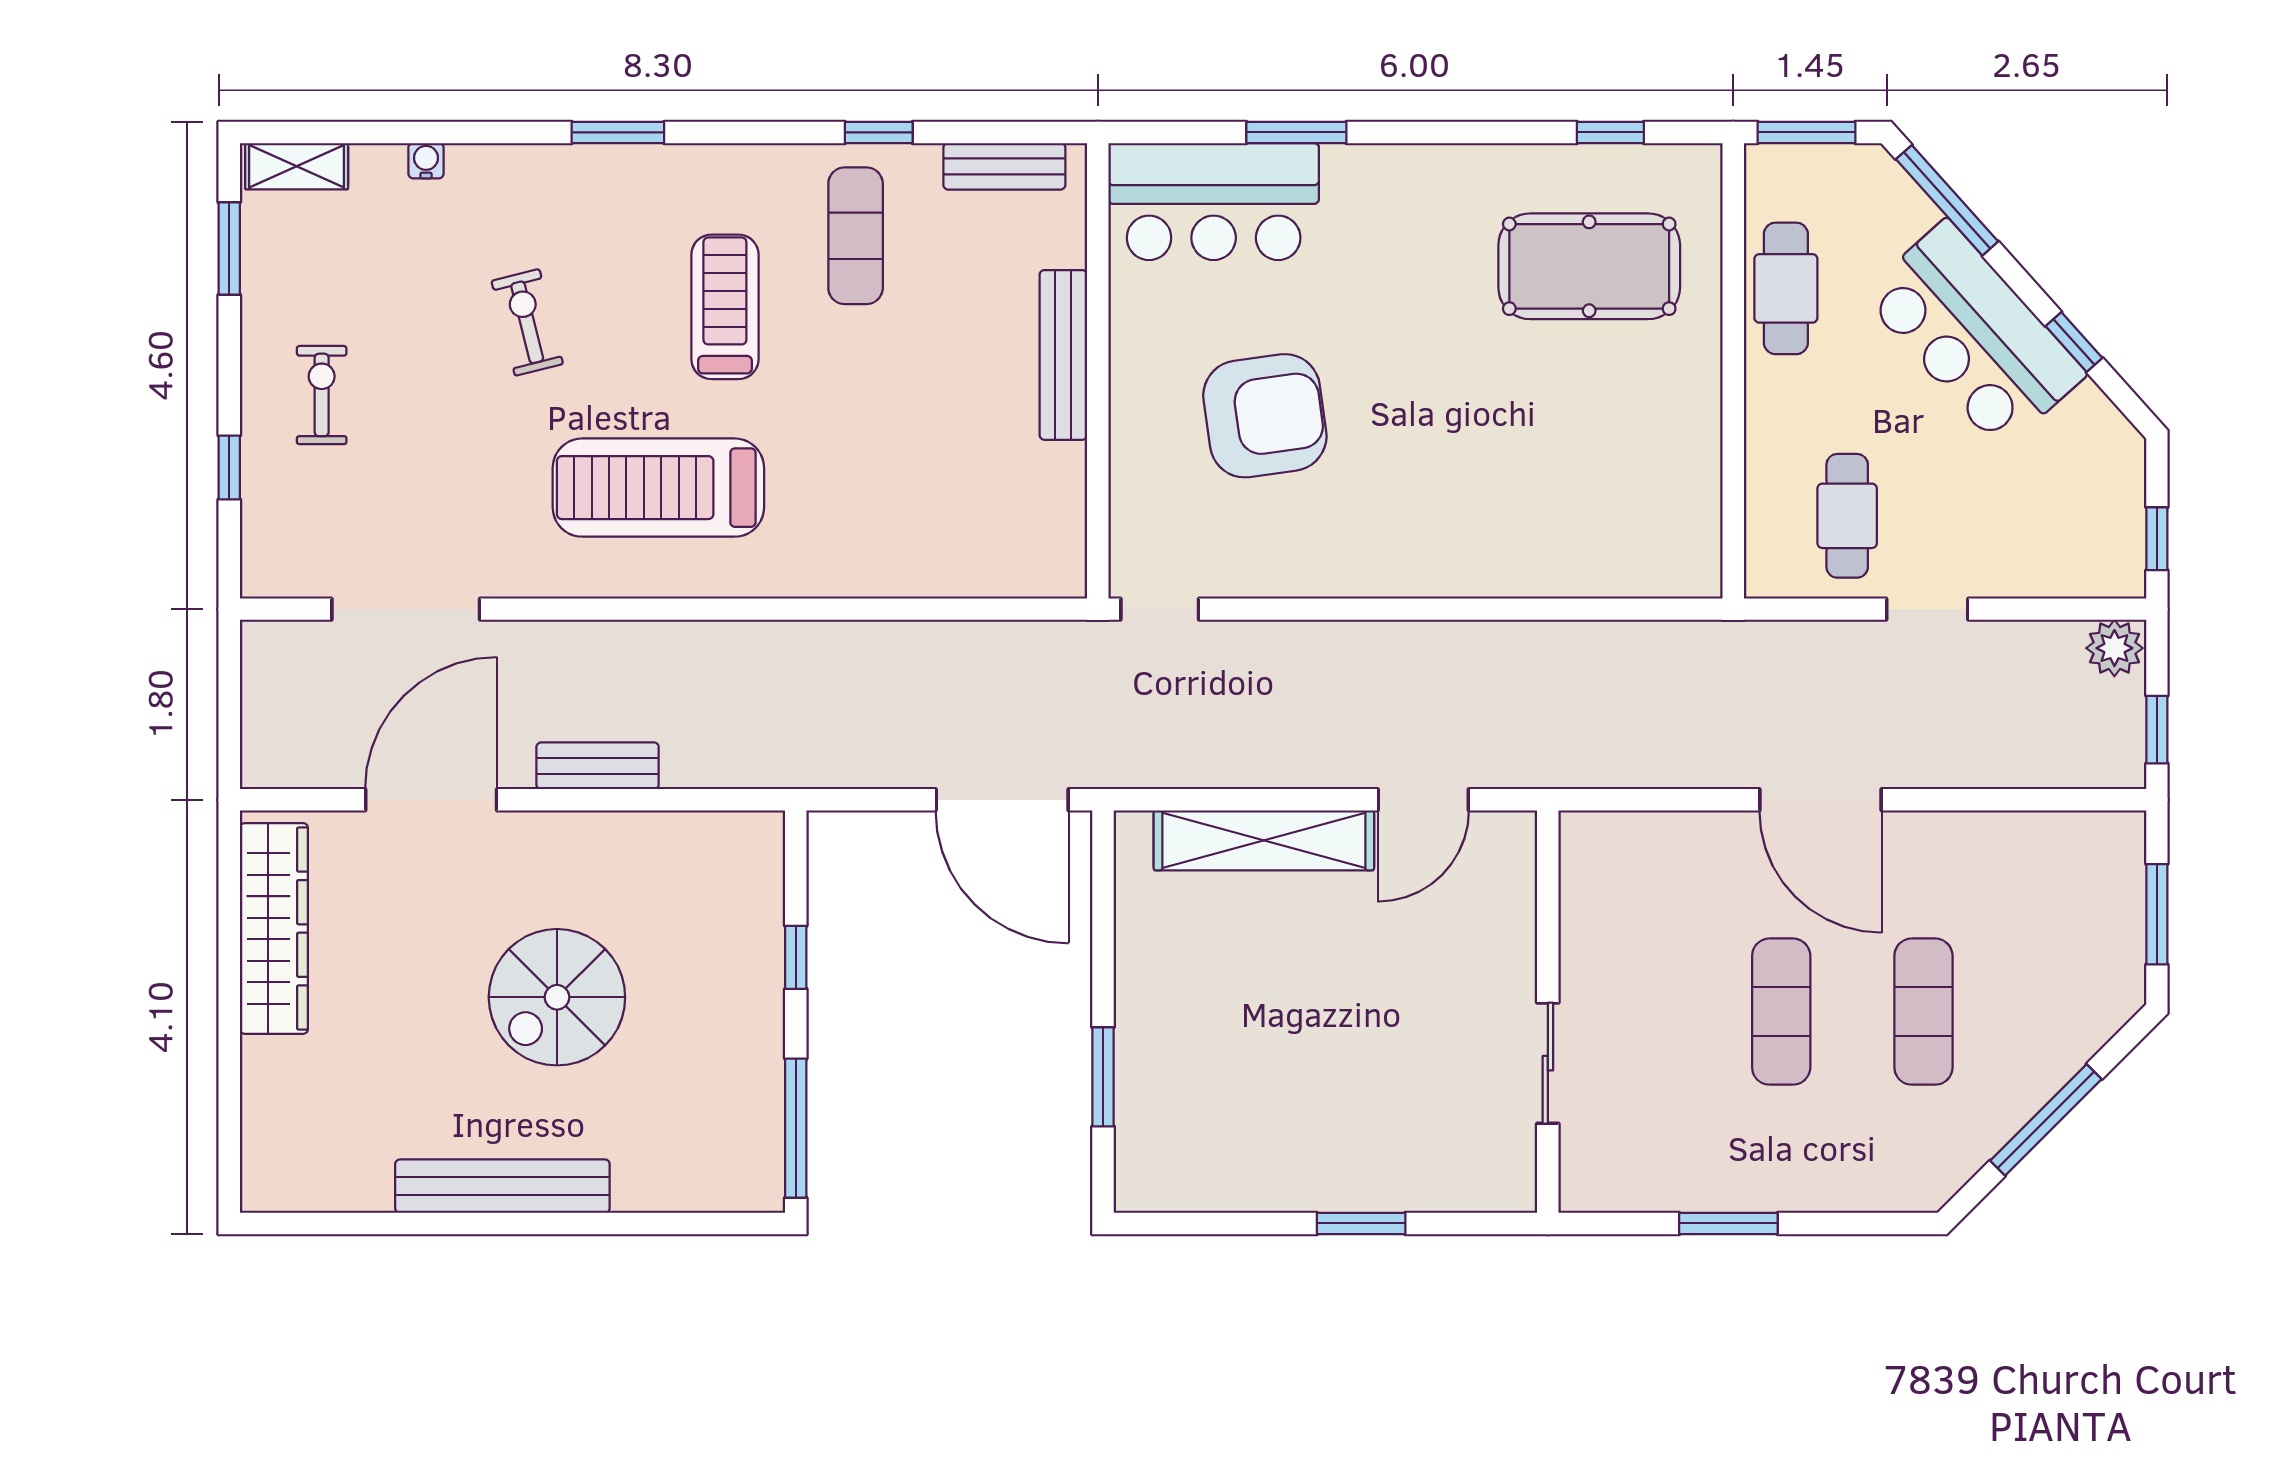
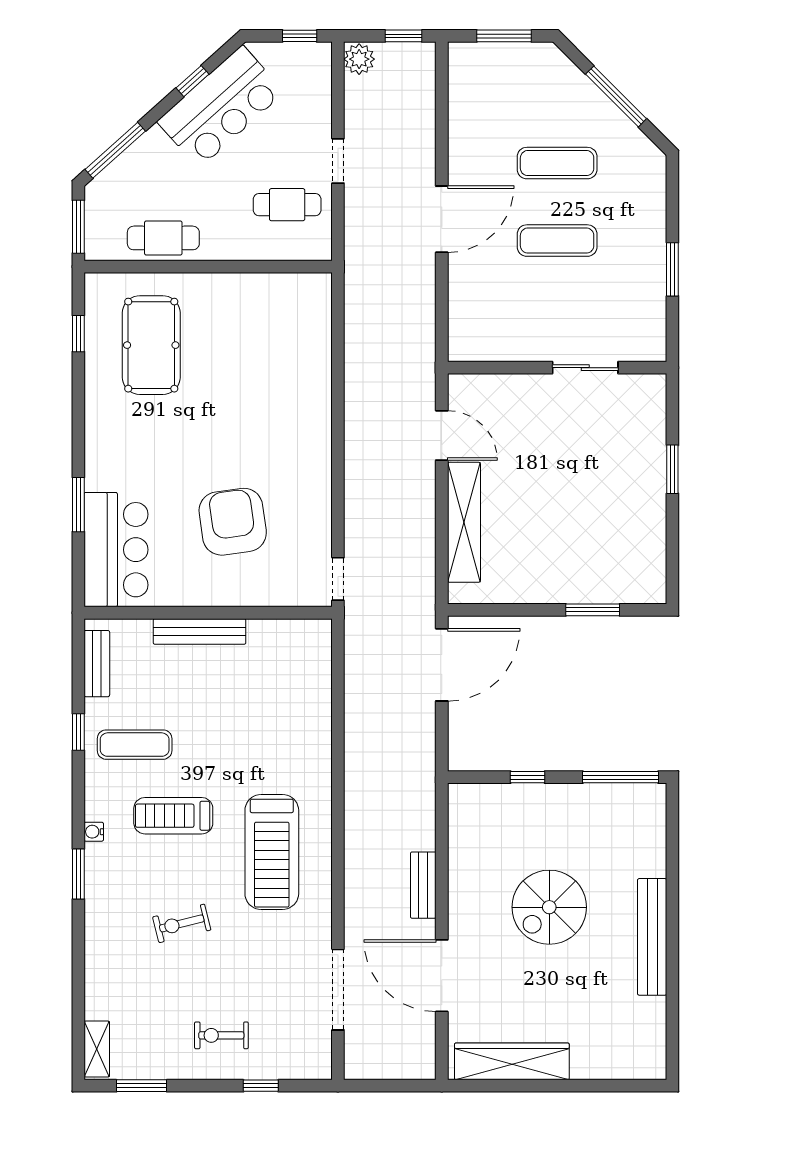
water cooler: (426, 161) -> (94, 832), moved
bar counter: (1974, 335) -> (221, 107), moved
spiral stairs: (557, 997) -> (549, 907), turned 90

